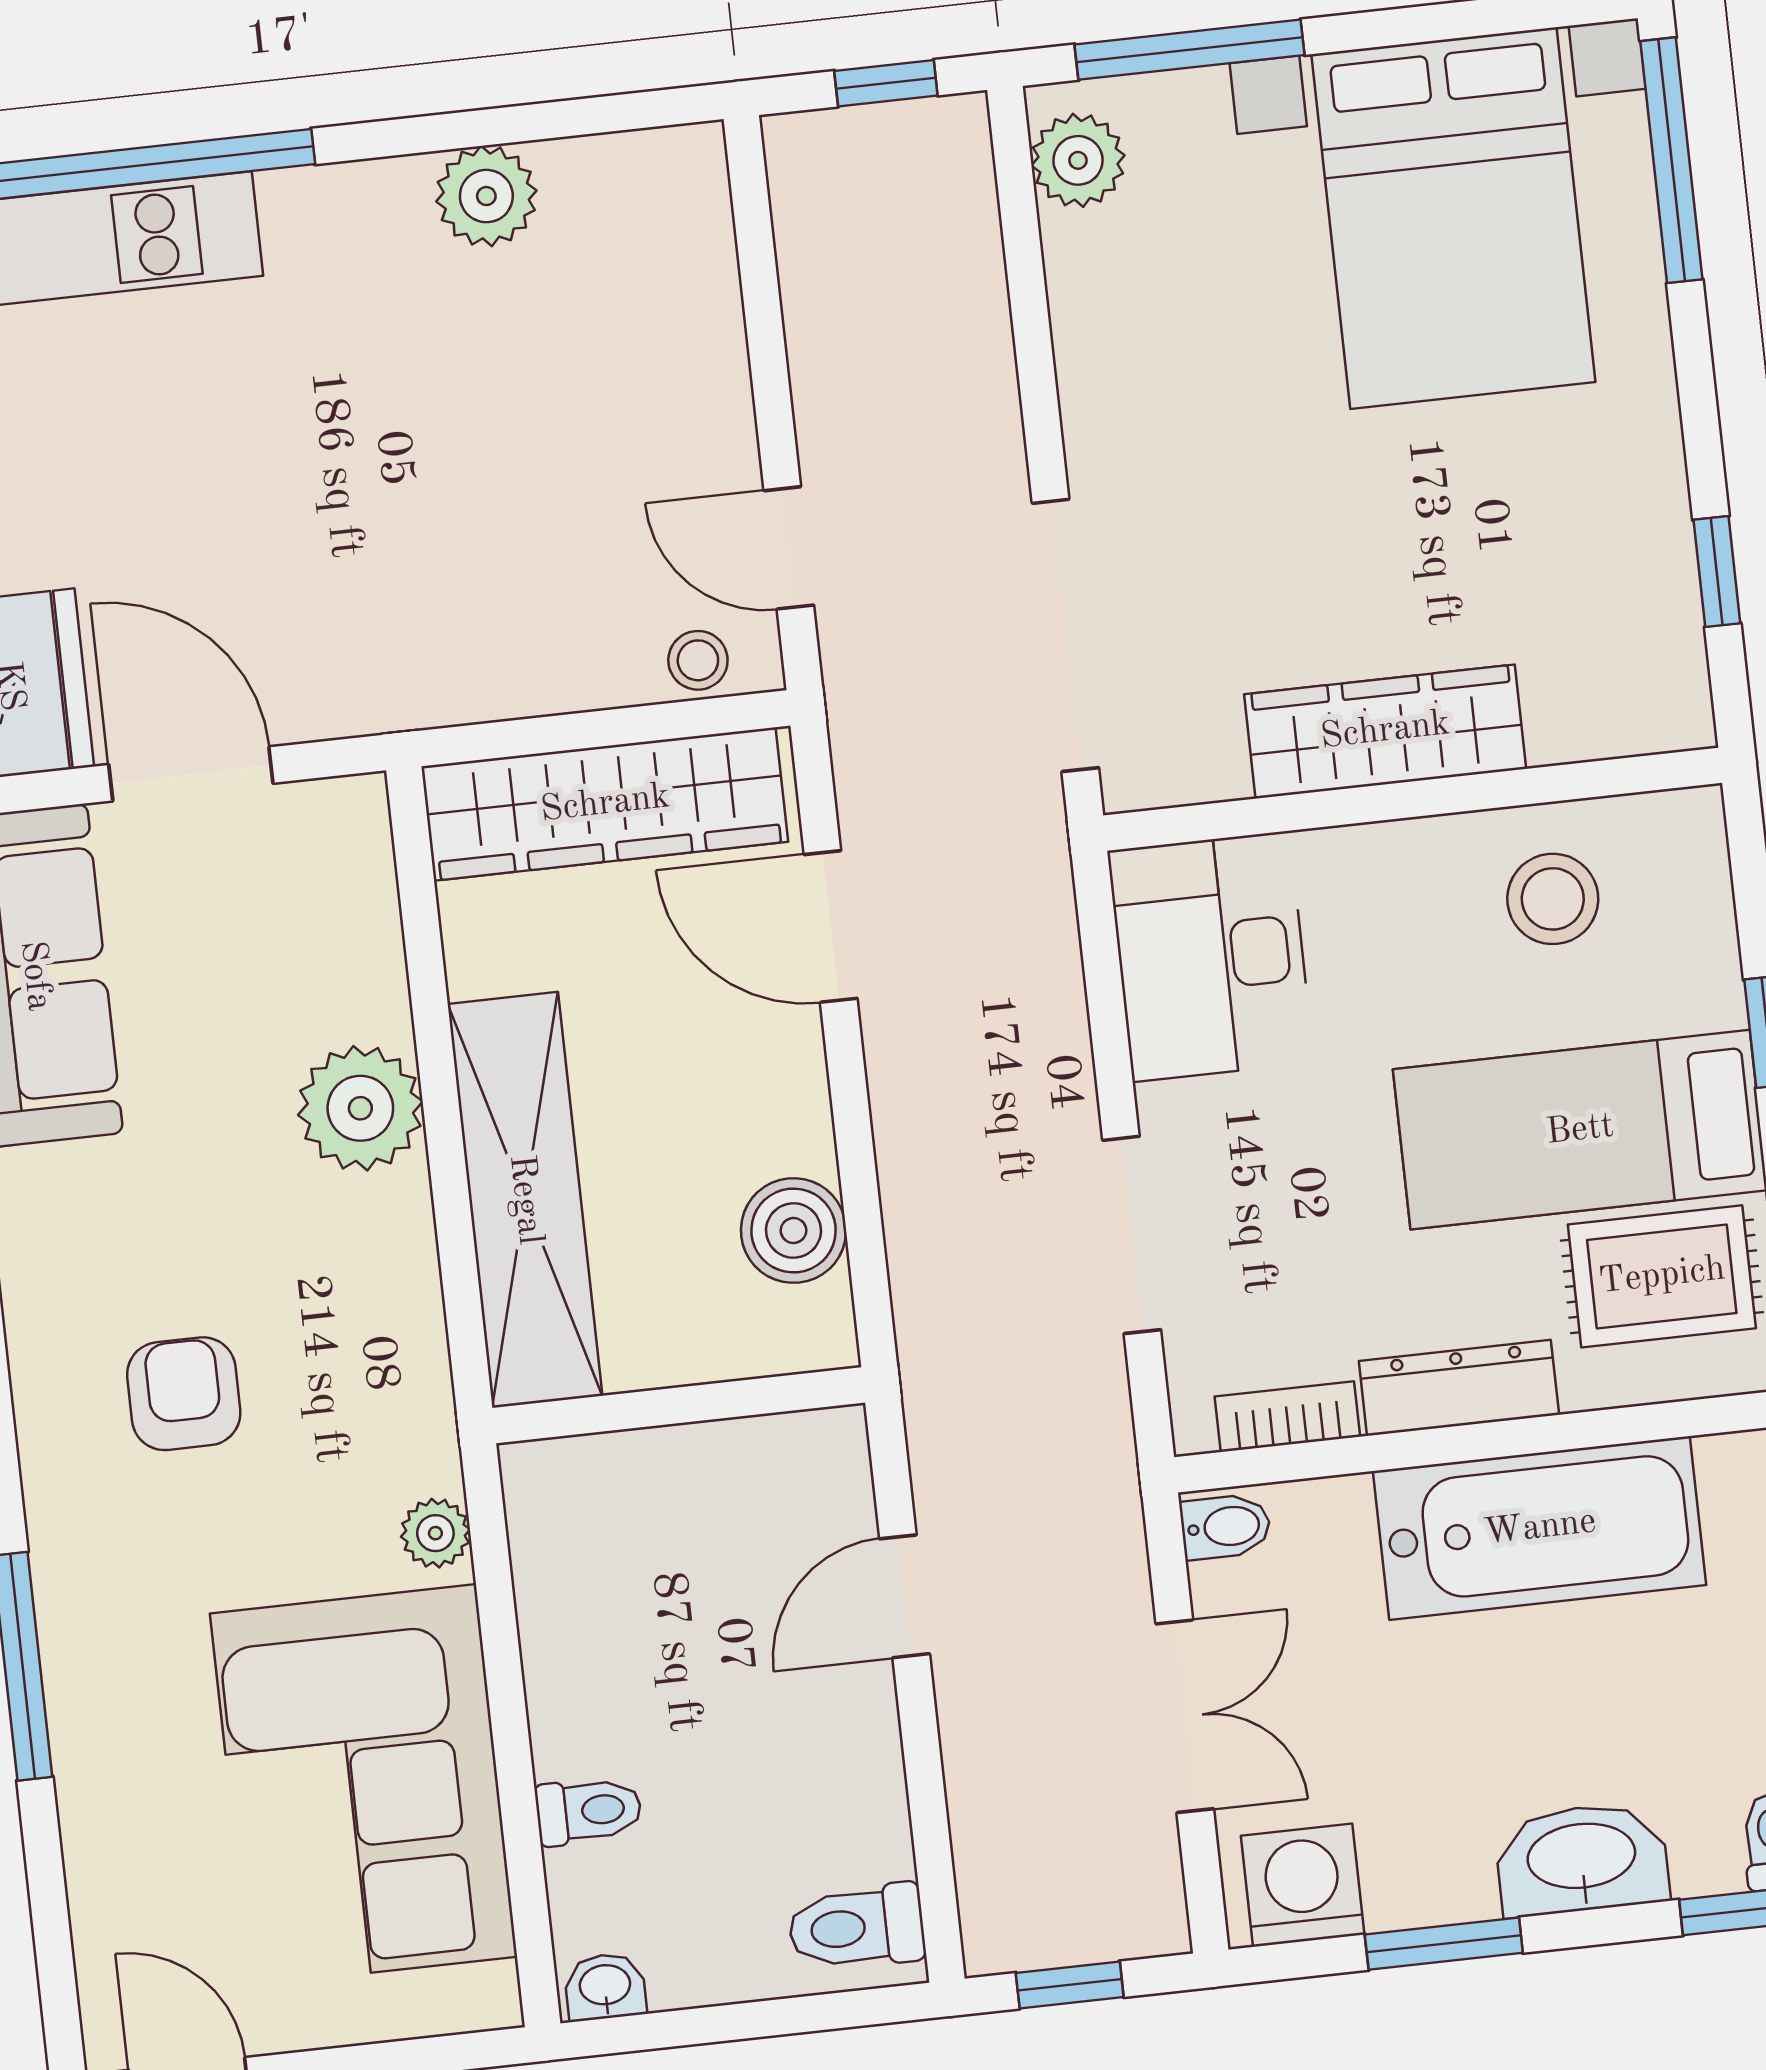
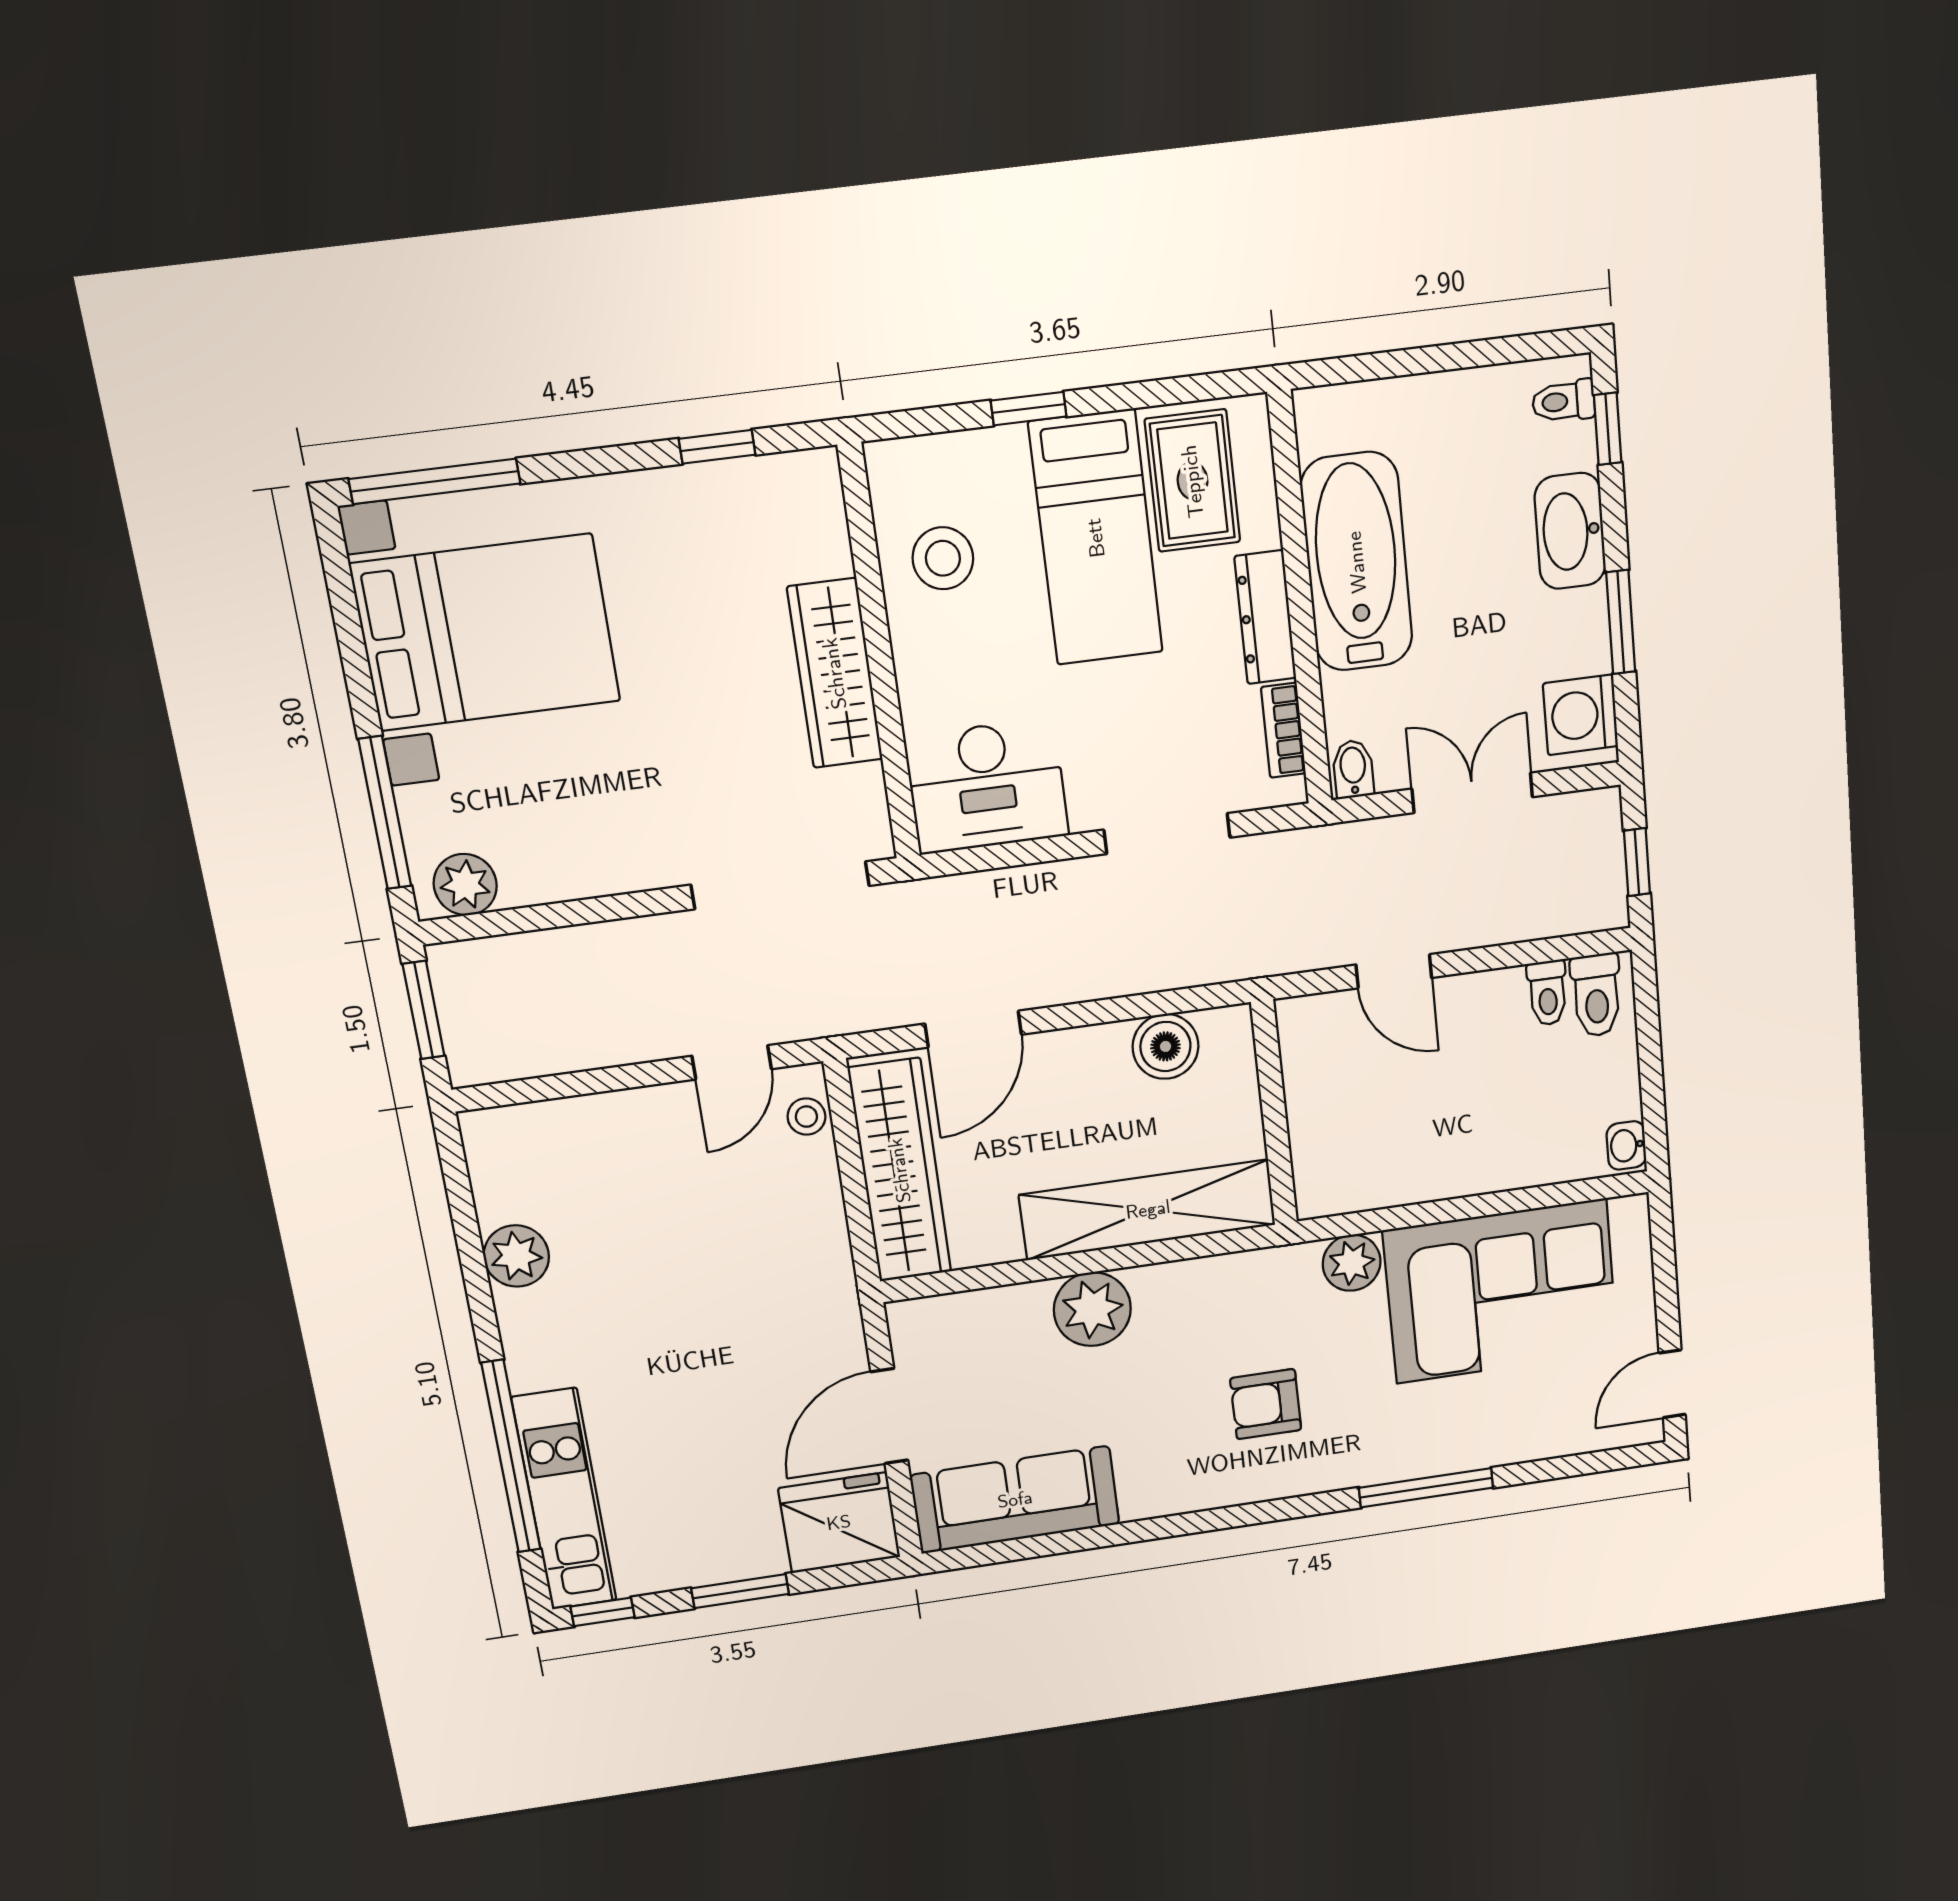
window: (886, 83) -> (424, 1010), width x1.50
plant: (435, 1533) -> (1352, 1263), width x1.38, depth x1.38
toilet: (589, 1811) -> (1548, 993), moved, turned 180

